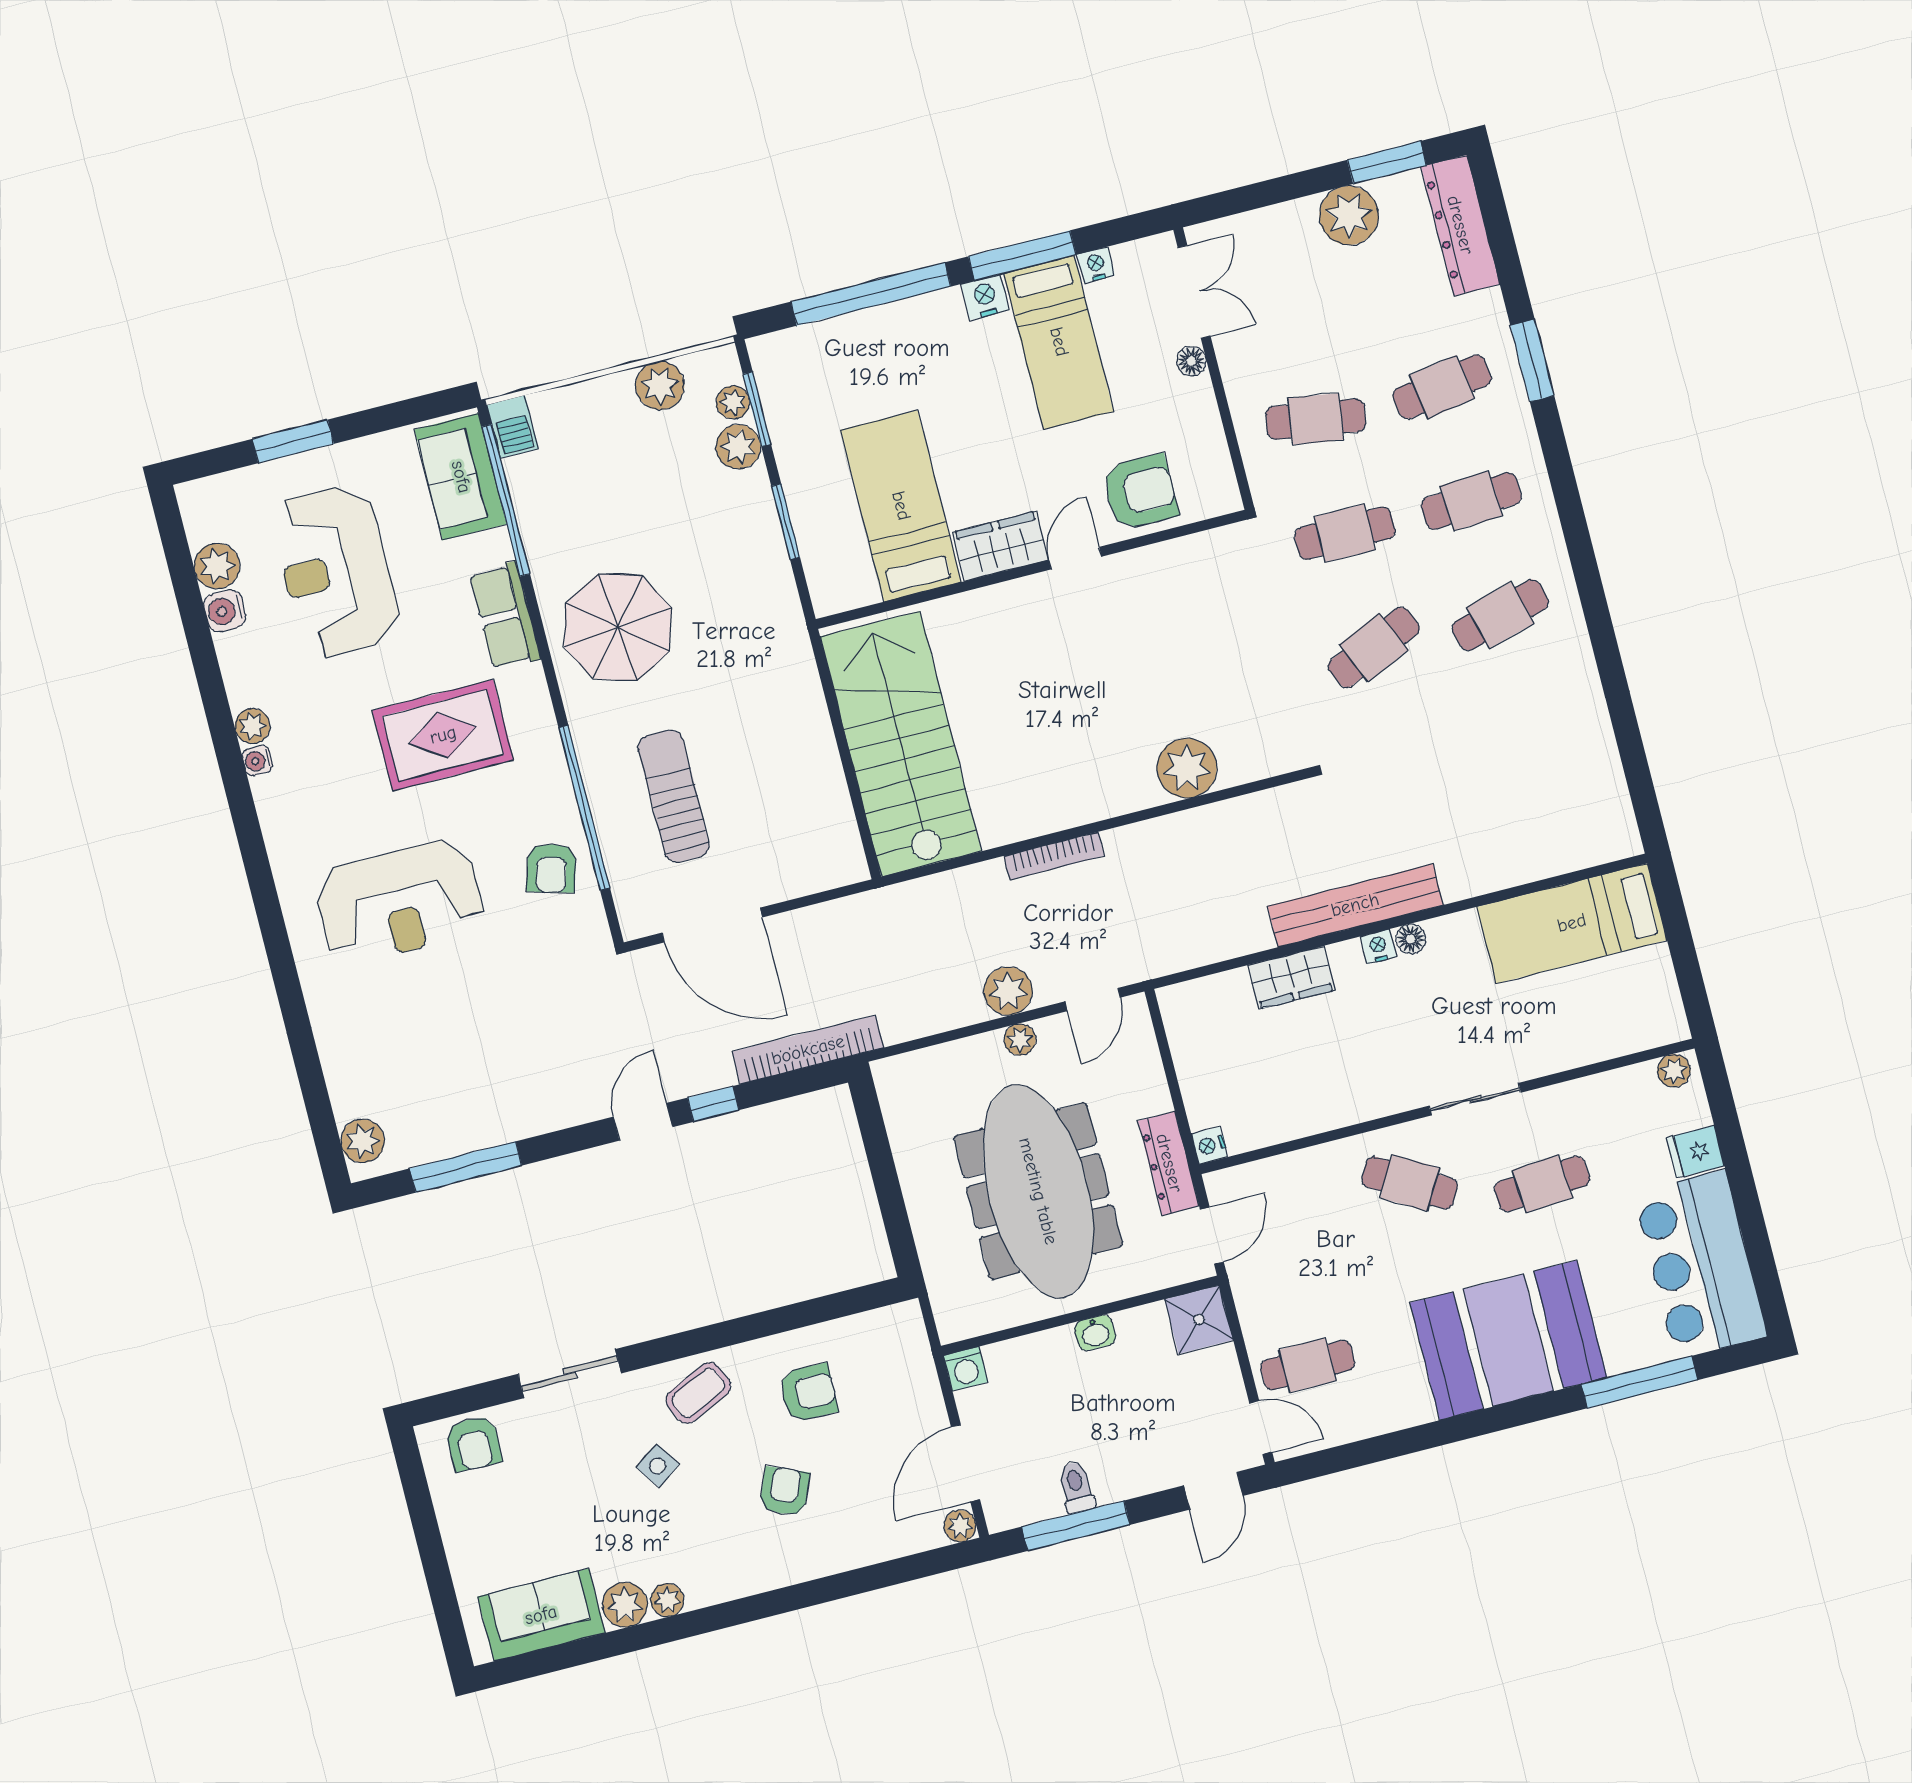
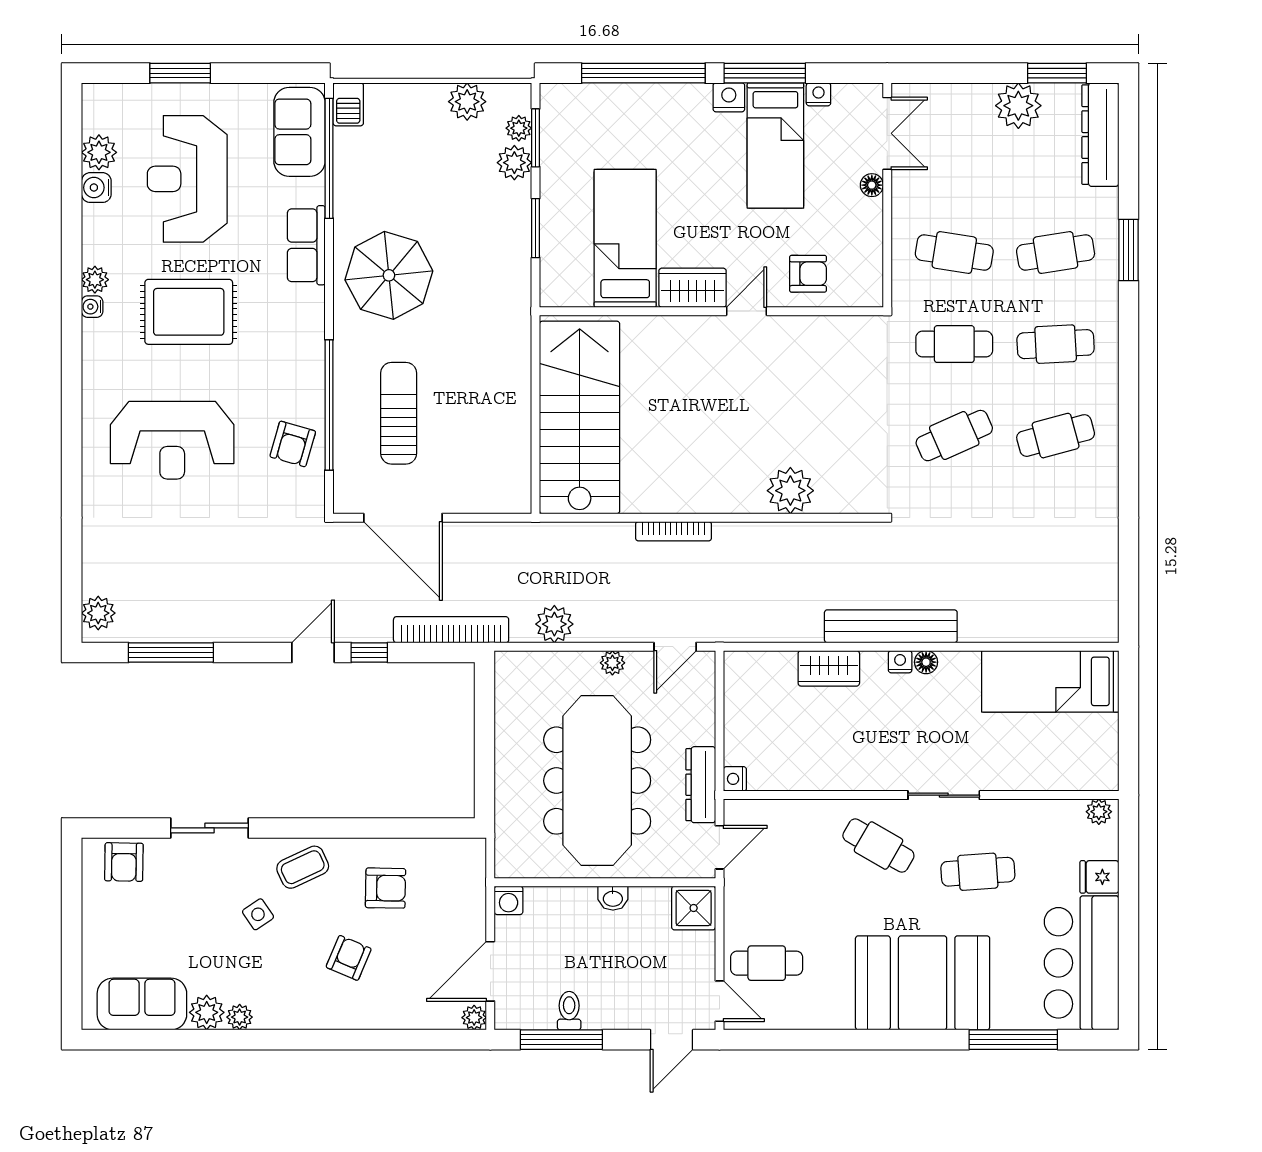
armchair: (1140, 492) -> (808, 274), width x0.72, depth x0.72
rug: (443, 735) -> (189, 312), moved
plant: (1008, 991) -> (554, 624), moved

